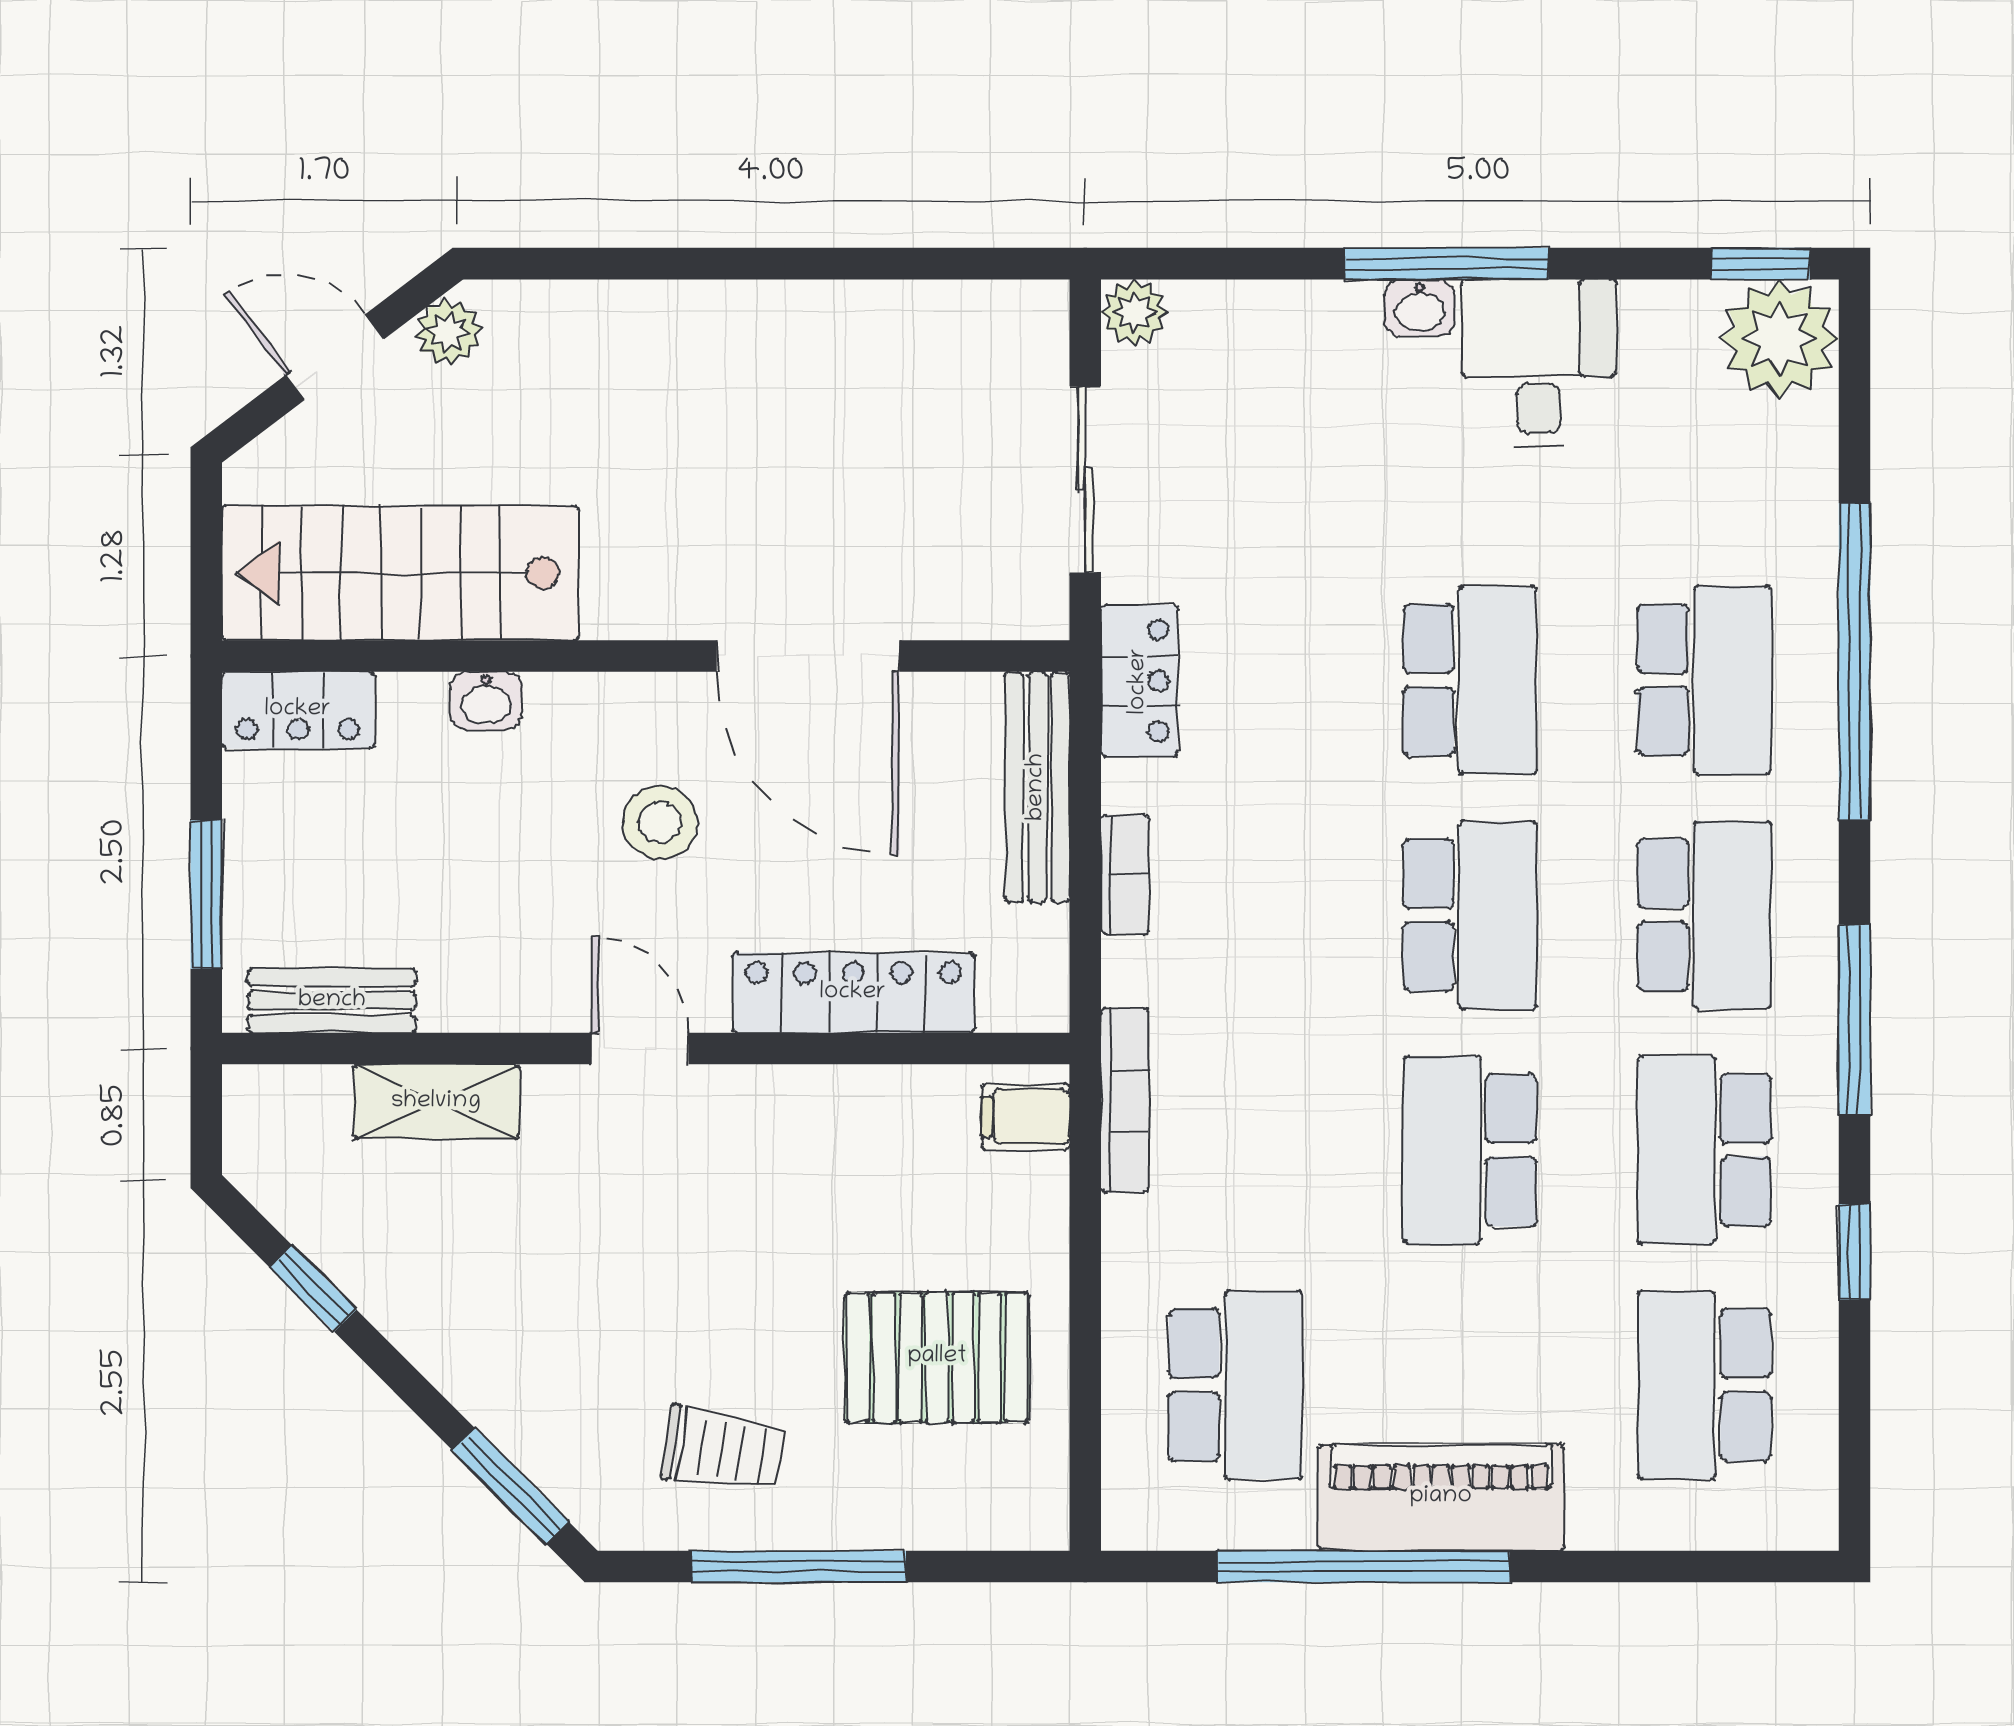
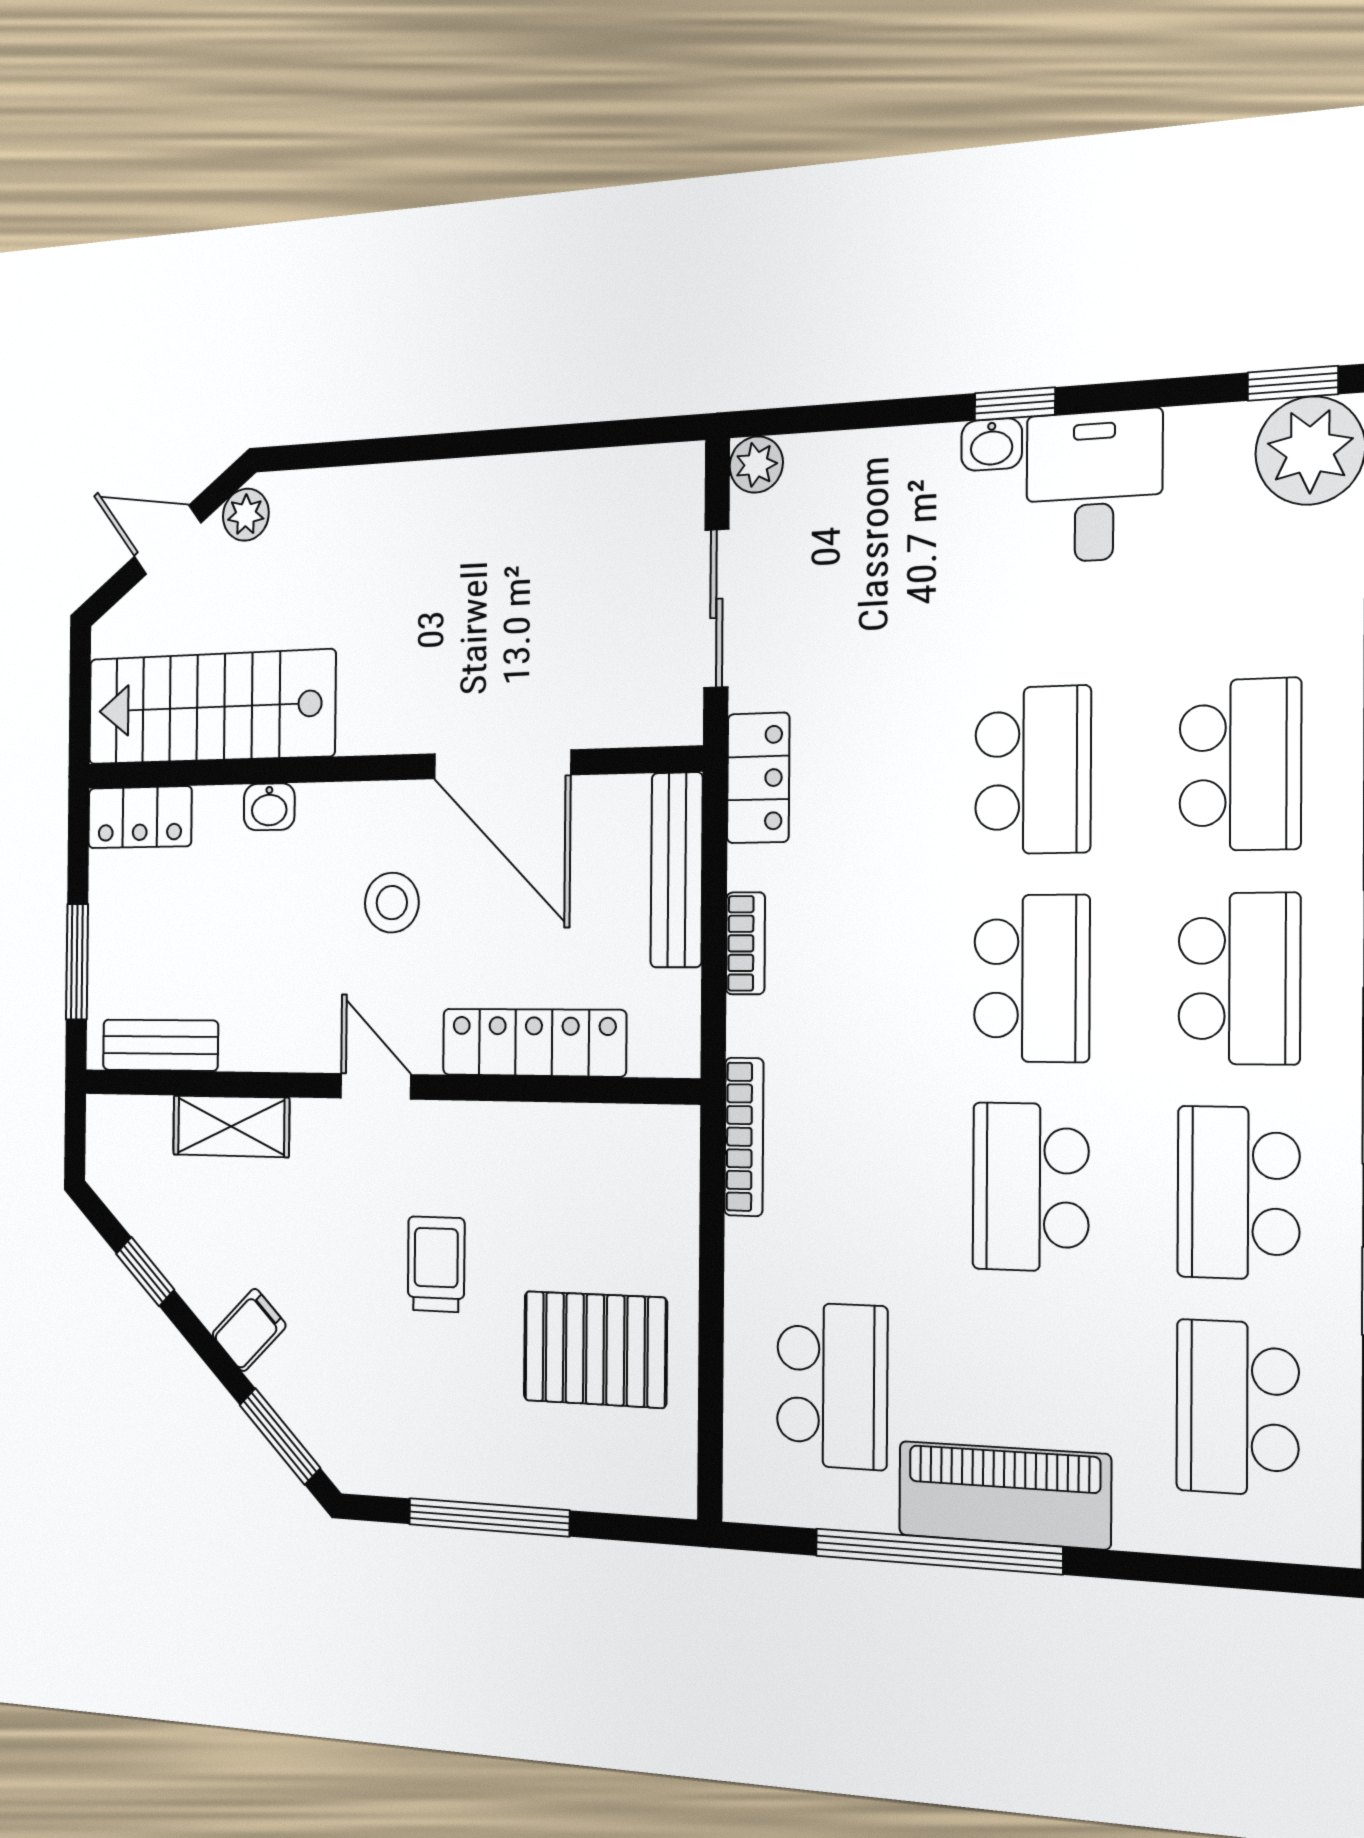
window: (1447, 264) -> (1015, 404), width x0.46
filing cabinet: (1025, 1117) -> (249, 1330), moved, turned 135
trolley: (723, 1450) -> (436, 1264), moved, turned -99

